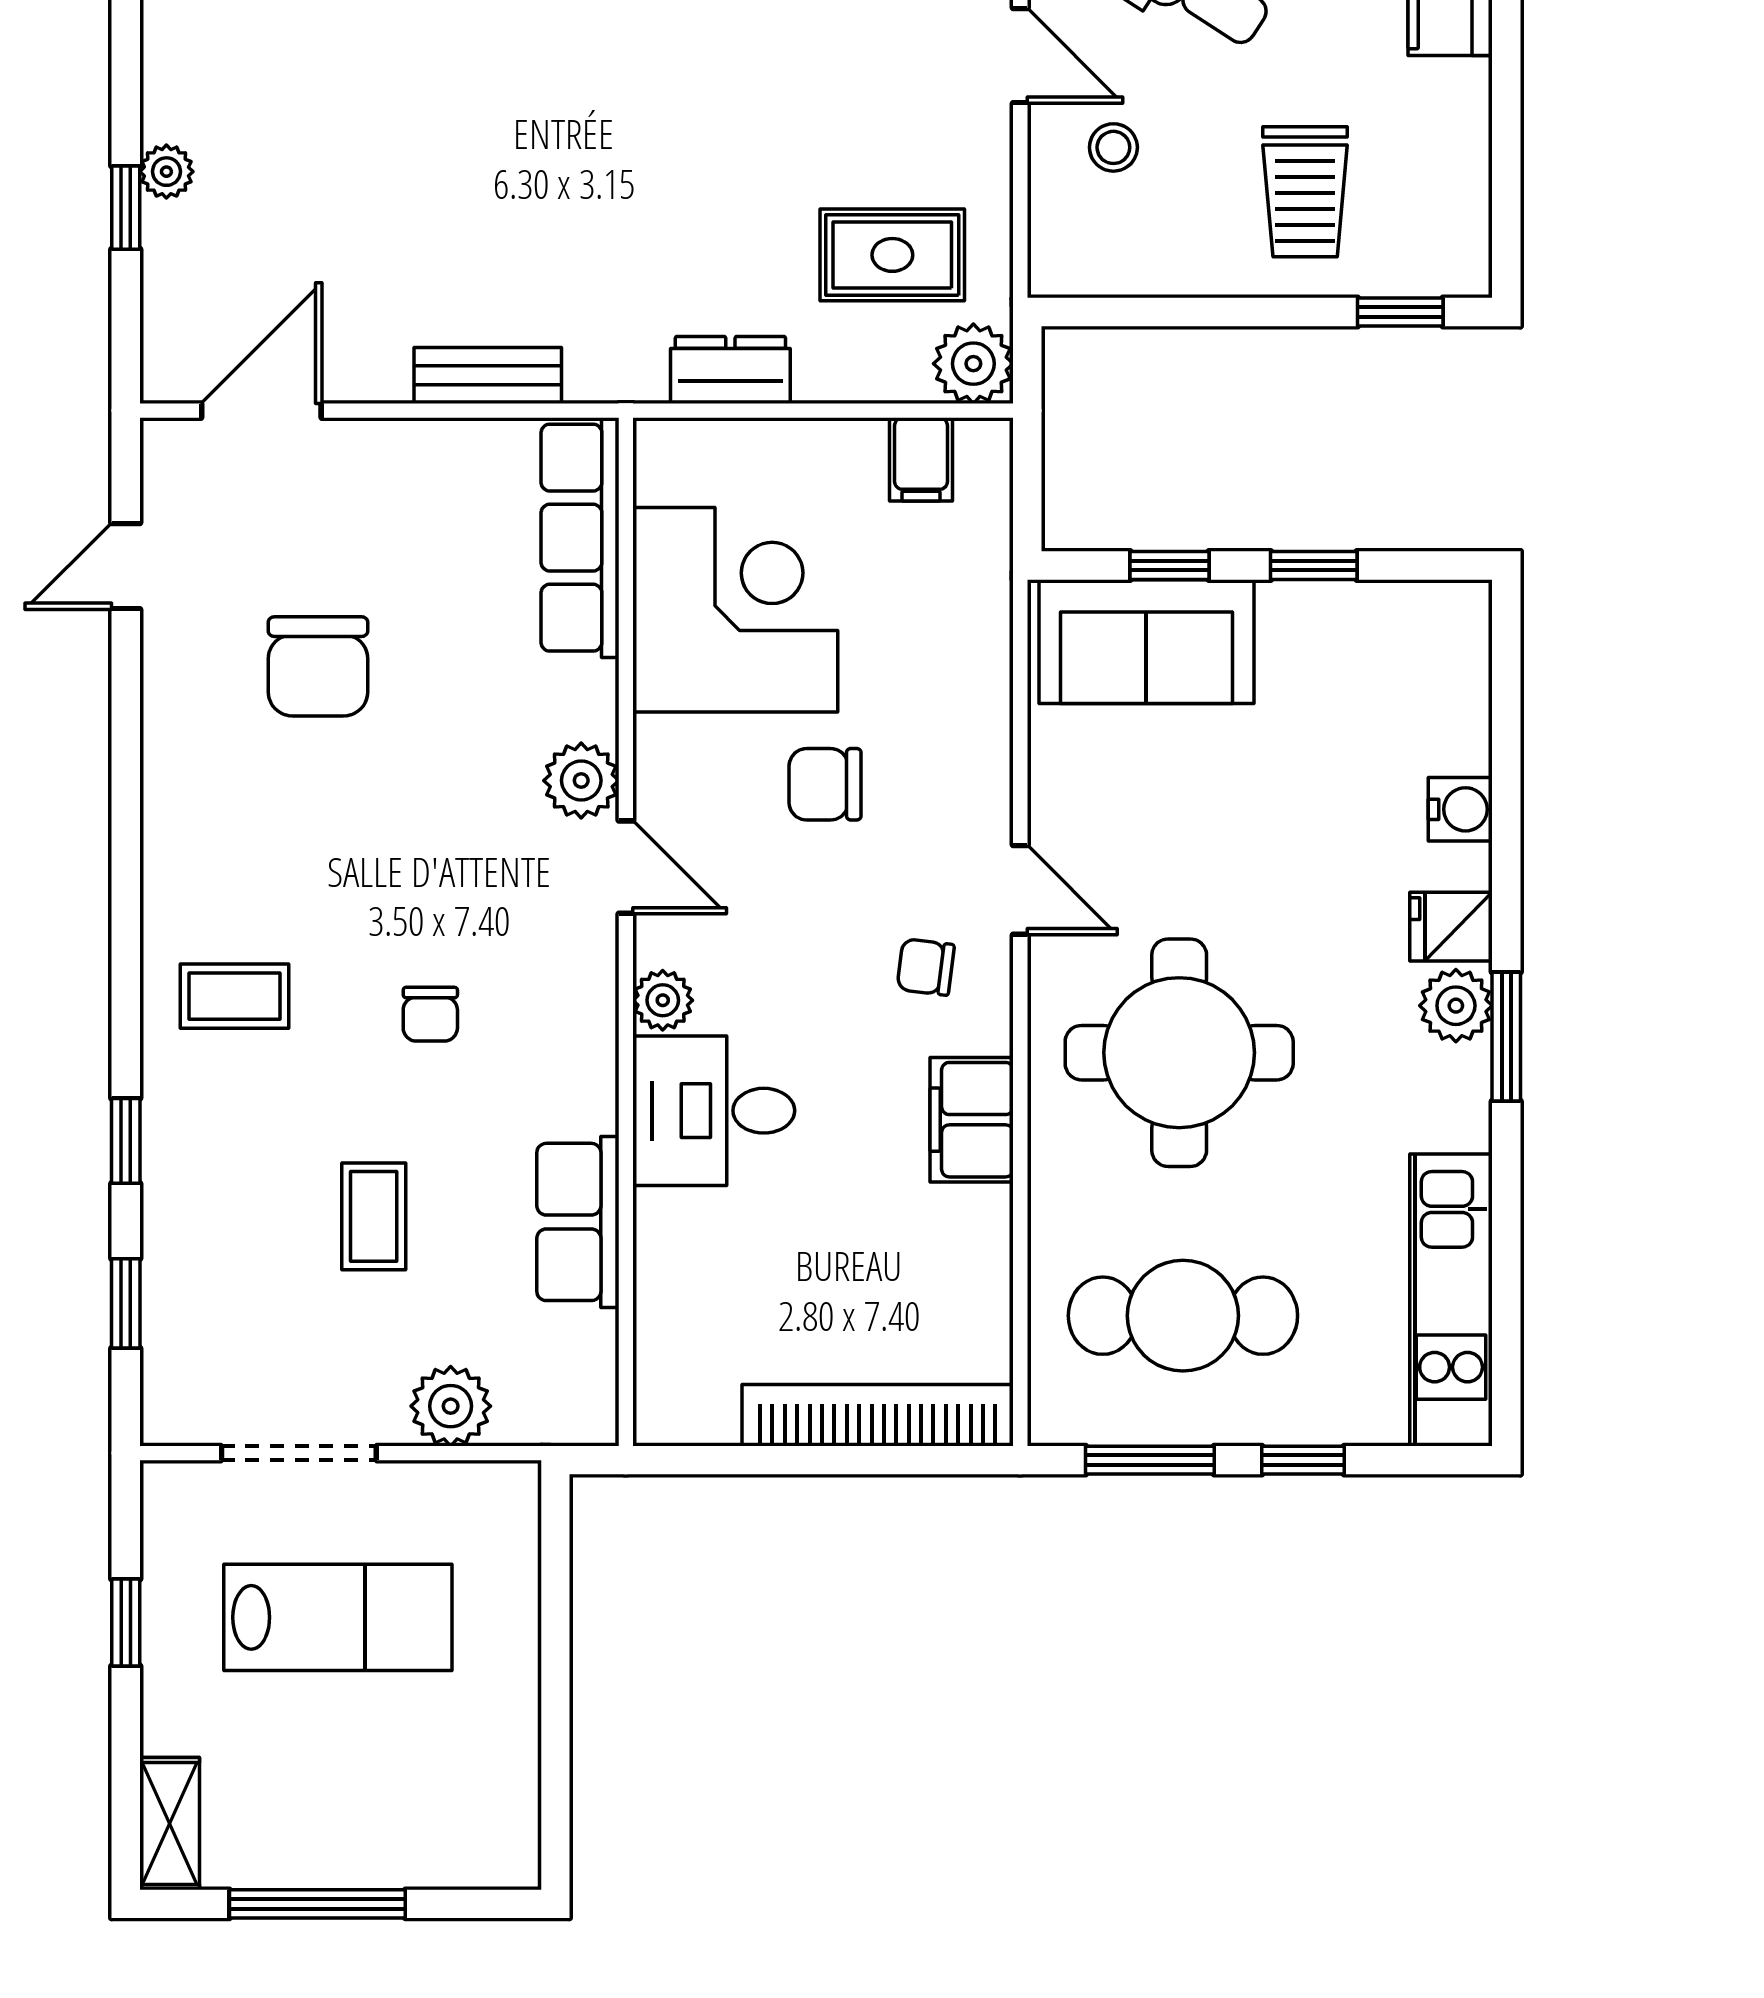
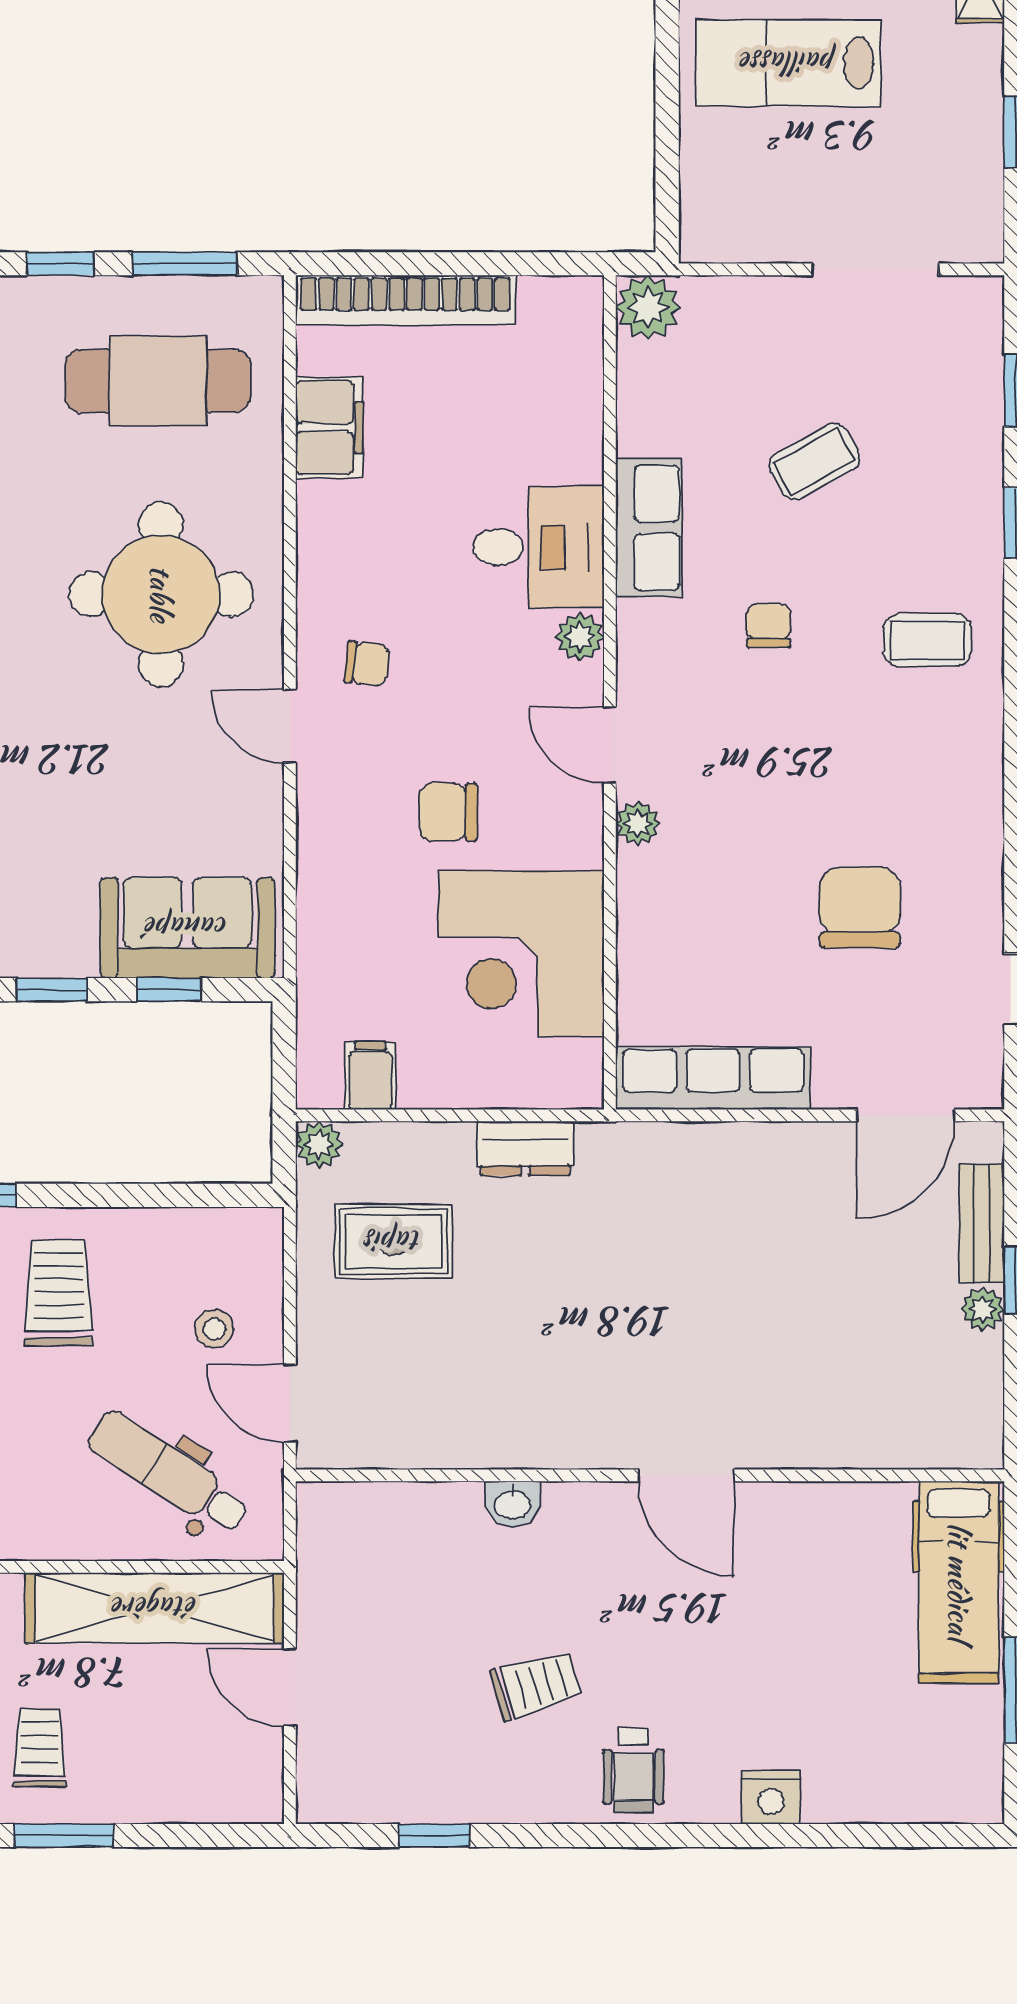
plant: (973, 364) -> (319, 1145), width x0.73, depth x0.73
bench: (488, 375) -> (981, 1223), moved, turned 90
row of seats: (580, 538) -> (713, 1078), moved, turned -90
plant: (581, 781) -> (638, 823), width x0.73, depth x0.73
chair: (825, 784) -> (448, 812), turned 180
filing cabinet: (972, 1120) -> (329, 428), moved
coffee table: (374, 1216) -> (814, 461), turned 61
row of seats: (578, 1222) -> (649, 528), moved
plant: (451, 1406) -> (648, 307), moved
lab bench: (338, 1617) -> (788, 63), moved

